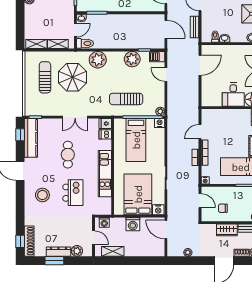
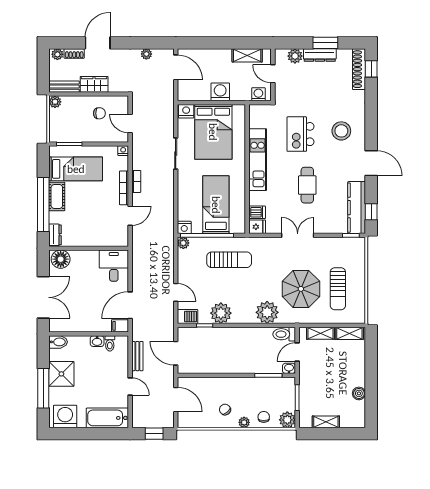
filing cabinet: (208, 50) -> (120, 326), added
desk: (233, 95) -> (114, 266), moved
door: (166, 229) -> (176, 67), moved

